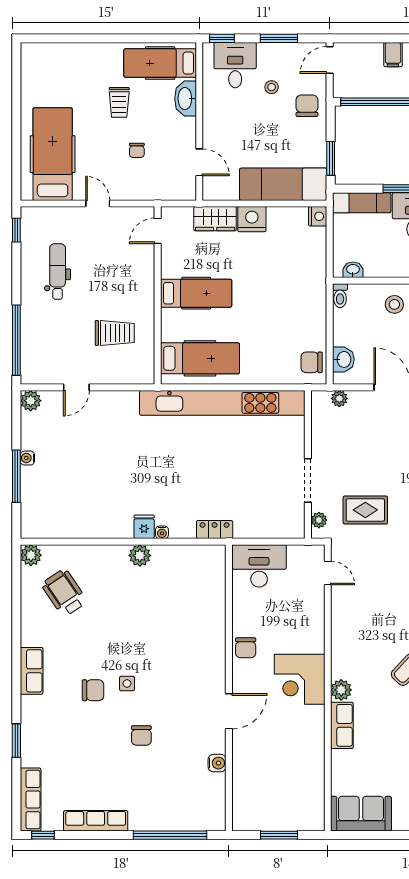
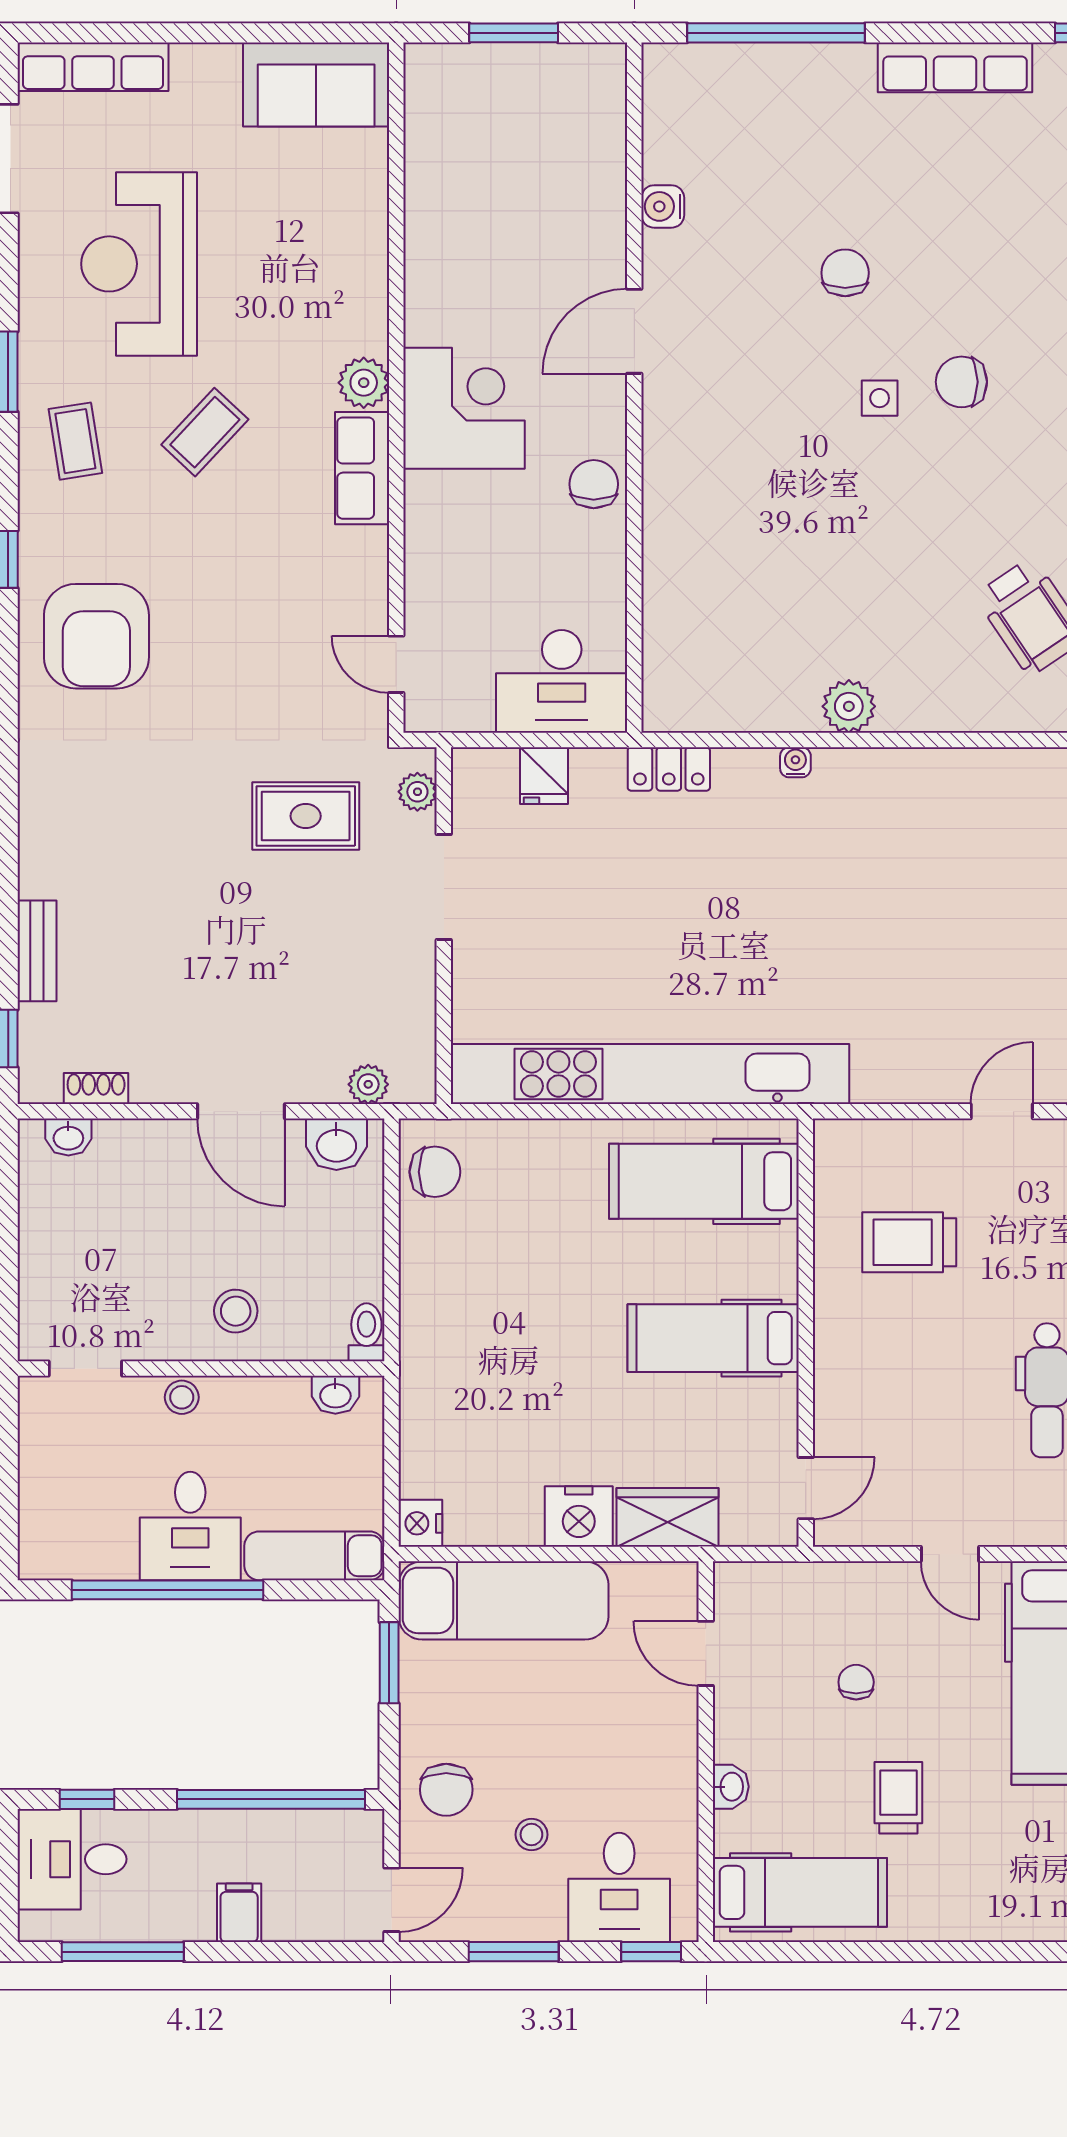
washbasin: (186, 99) -> (731, 1787), width x0.52, depth x0.69
washbasin: (343, 359) -> (336, 1144), moved, turned -90
fridge: (144, 527) -> (544, 776), moved
row of seats: (342, 725) -> (362, 468), moved

